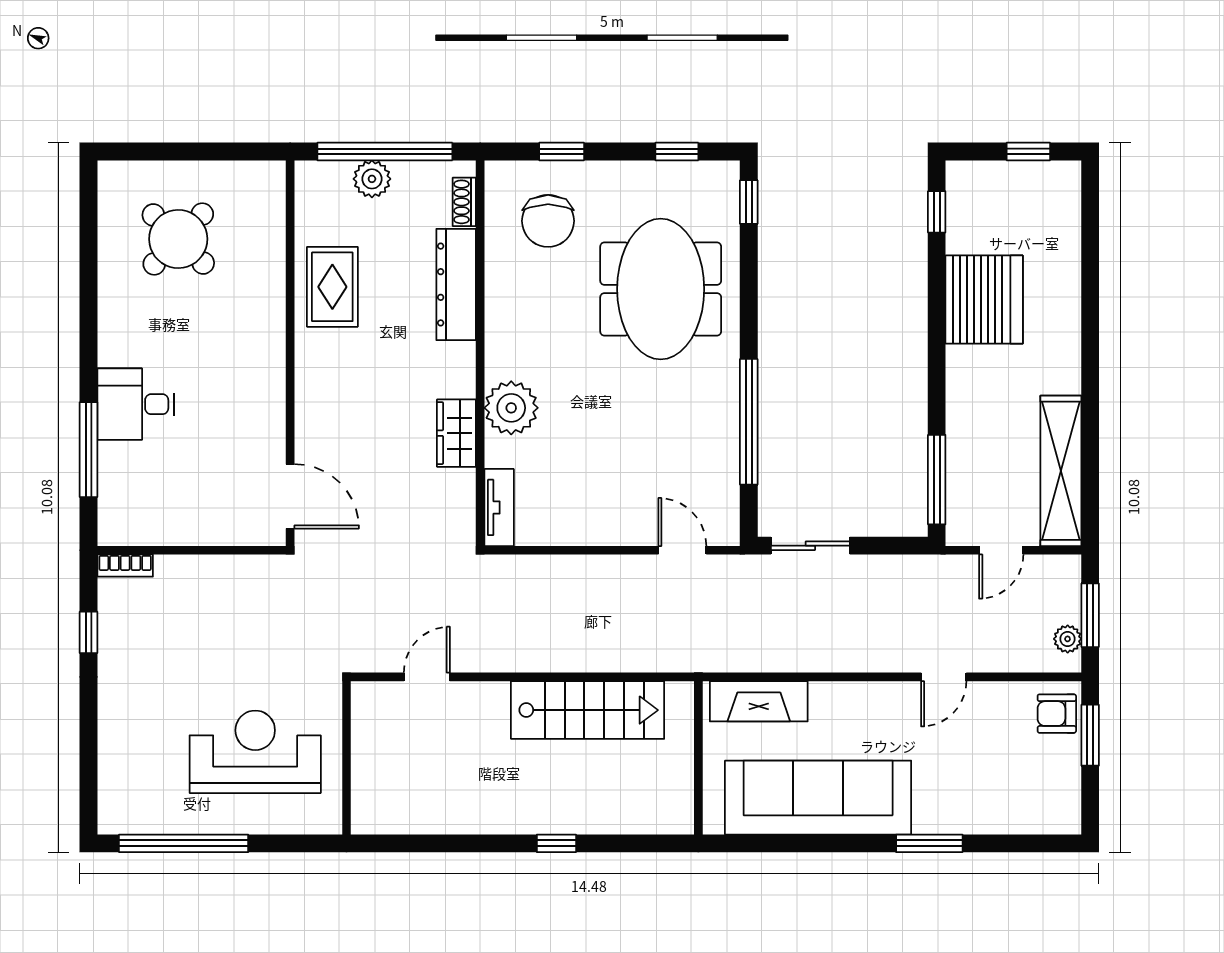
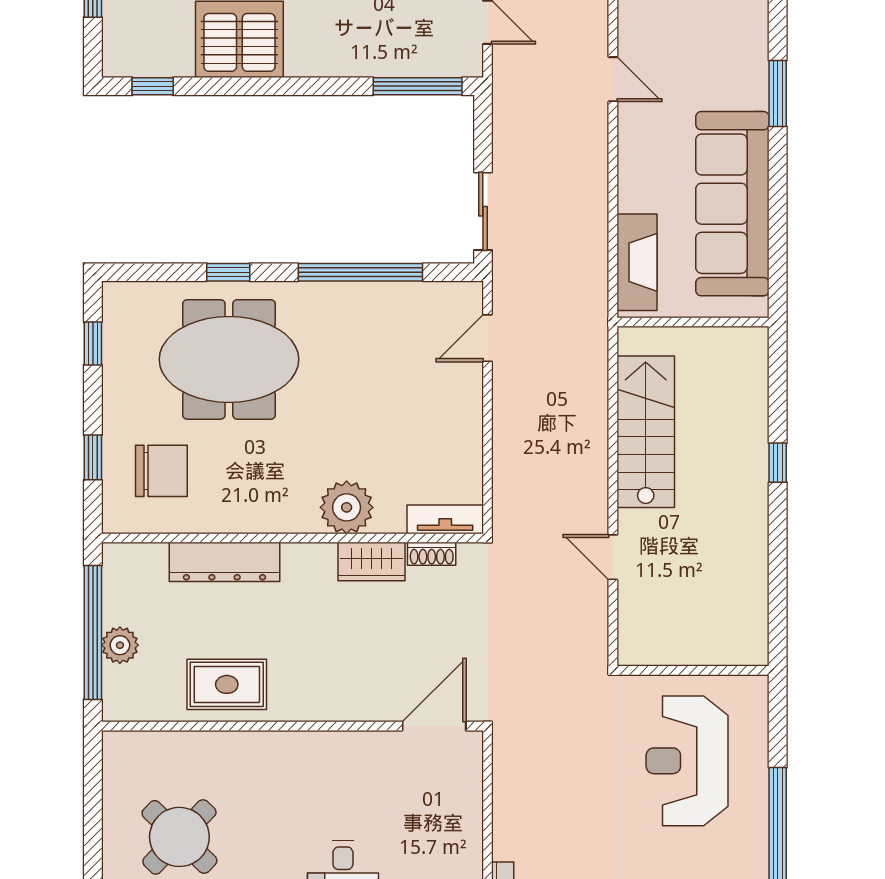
shoe rack: (464, 202) -> (432, 554), moved
window: (749, 202) -> (228, 272), moved
door: (427, 677) -> (613, 557), moved

